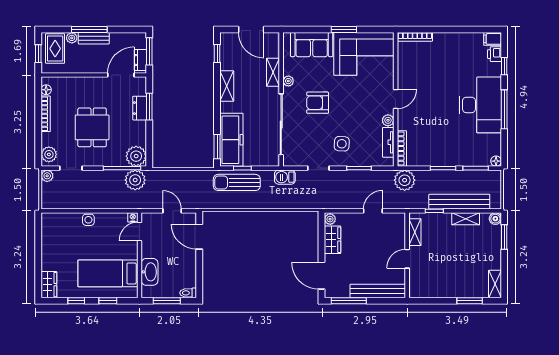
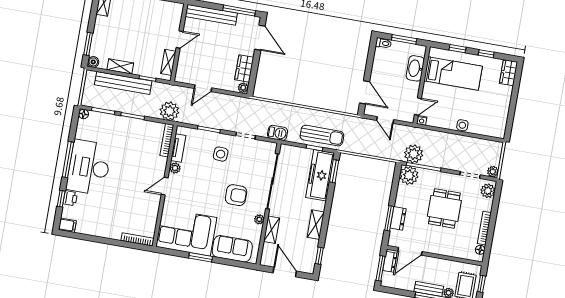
printer: (495, 54) -> (70, 198), moved

